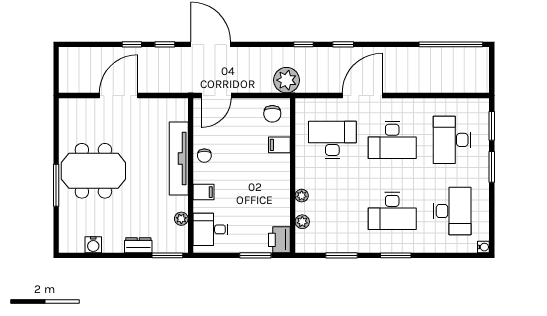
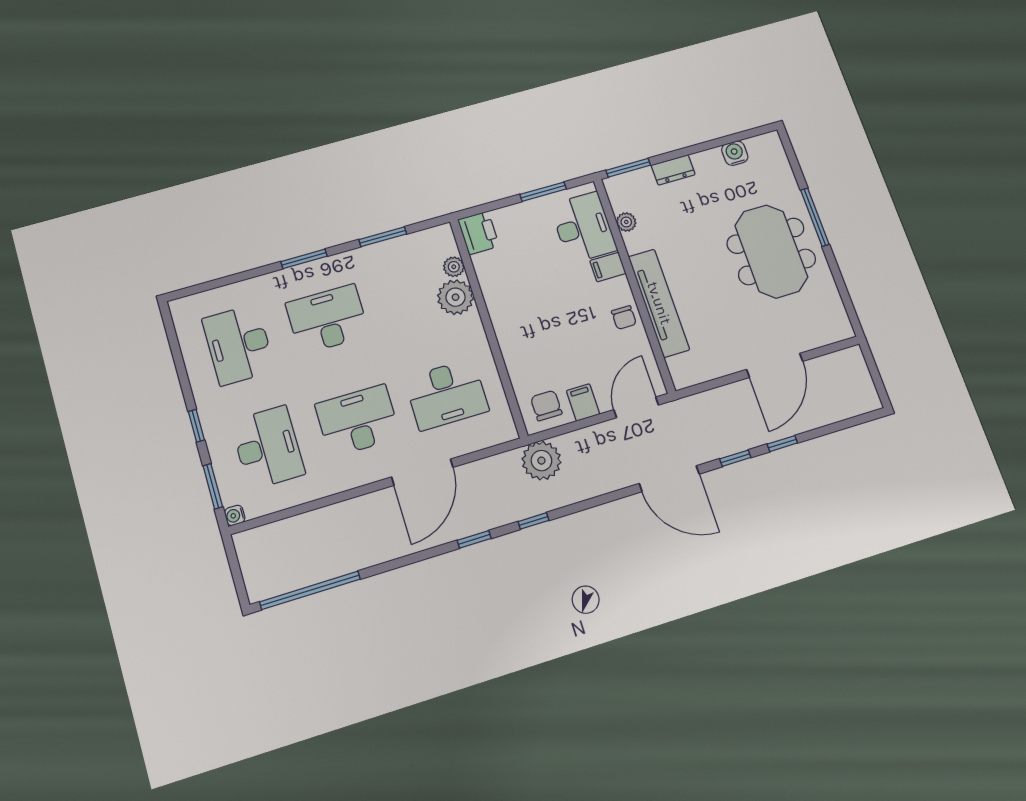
filing cabinet: (279, 145) -> (583, 402), moved, turned -90
chair: (204, 156) -> (624, 318), turned 180
window: (492, 167) -> (196, 426), width x0.67
meeting table: (93, 171) -> (771, 251), turned 90
plant: (302, 196) -> (456, 297), width x1.88, depth x1.88
desk: (211, 229) -> (583, 227), width x1.37
water cooler: (483, 247) -> (235, 515), moved
window: (255, 255) -> (543, 192), moved

